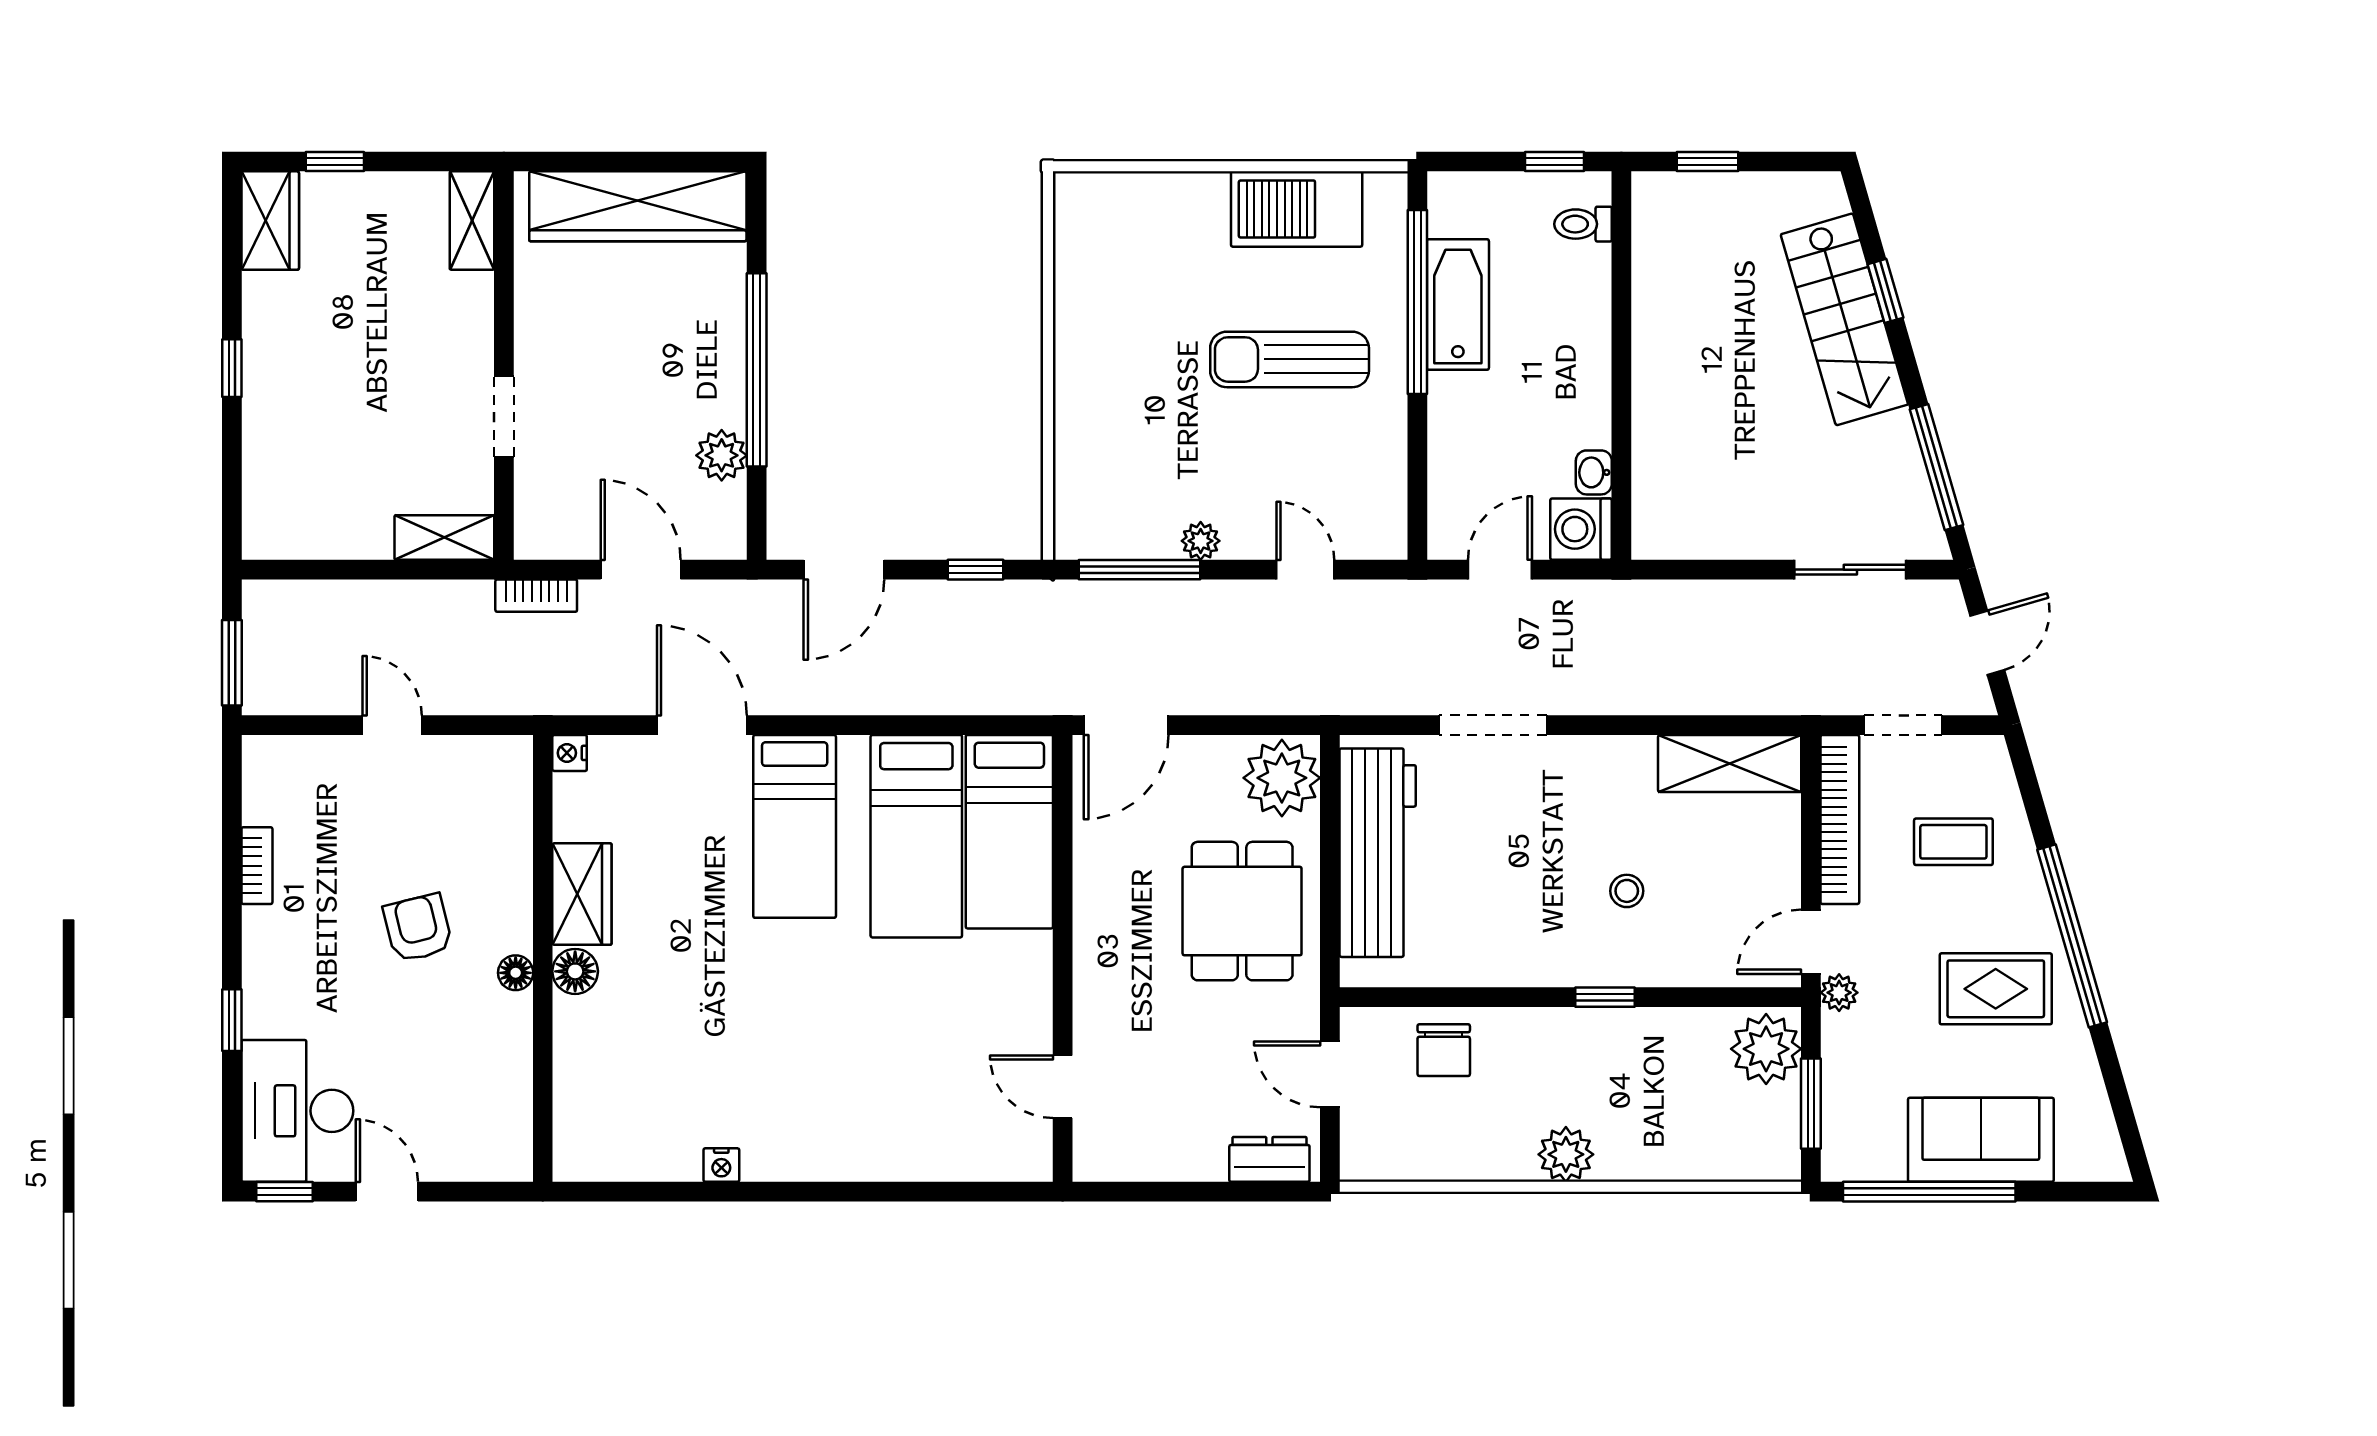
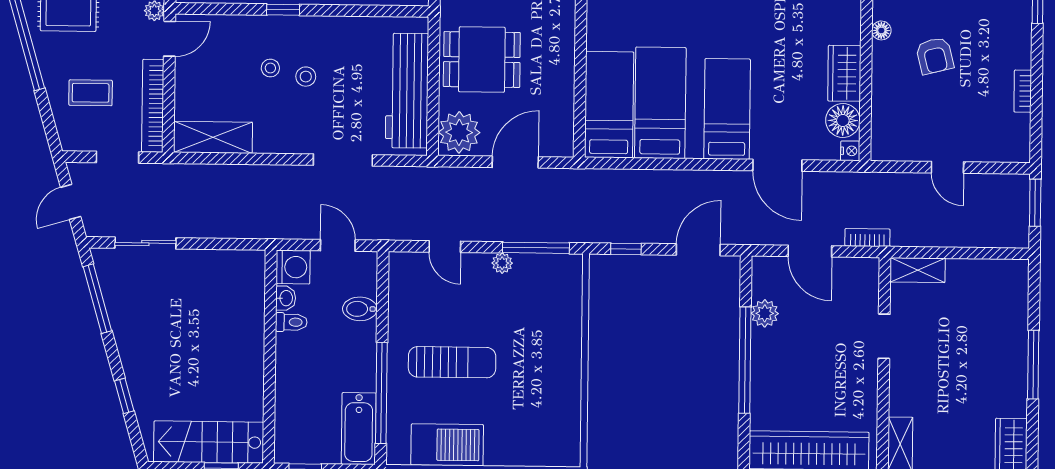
toilet: (1583, 224) -> (291, 322), moved
bathtub: (1458, 304) -> (359, 429), moved
stairs: (1844, 319) -> (209, 442), moved, turned -74
window: (232, 368) -> (1033, 365), width x2.17
bidet: (1458, 454) -> (360, 309), added
door: (1500, 570) -> (338, 245), swing flipped
door: (1126, 725) -> (515, 162), moved
stool: (1562, 876) -> (306, 77), added
dining table: (1242, 911) -> (482, 60), turned 90
floor lamp: (575, 971) -> (843, 120), moved, width x1.38, depth x1.38

